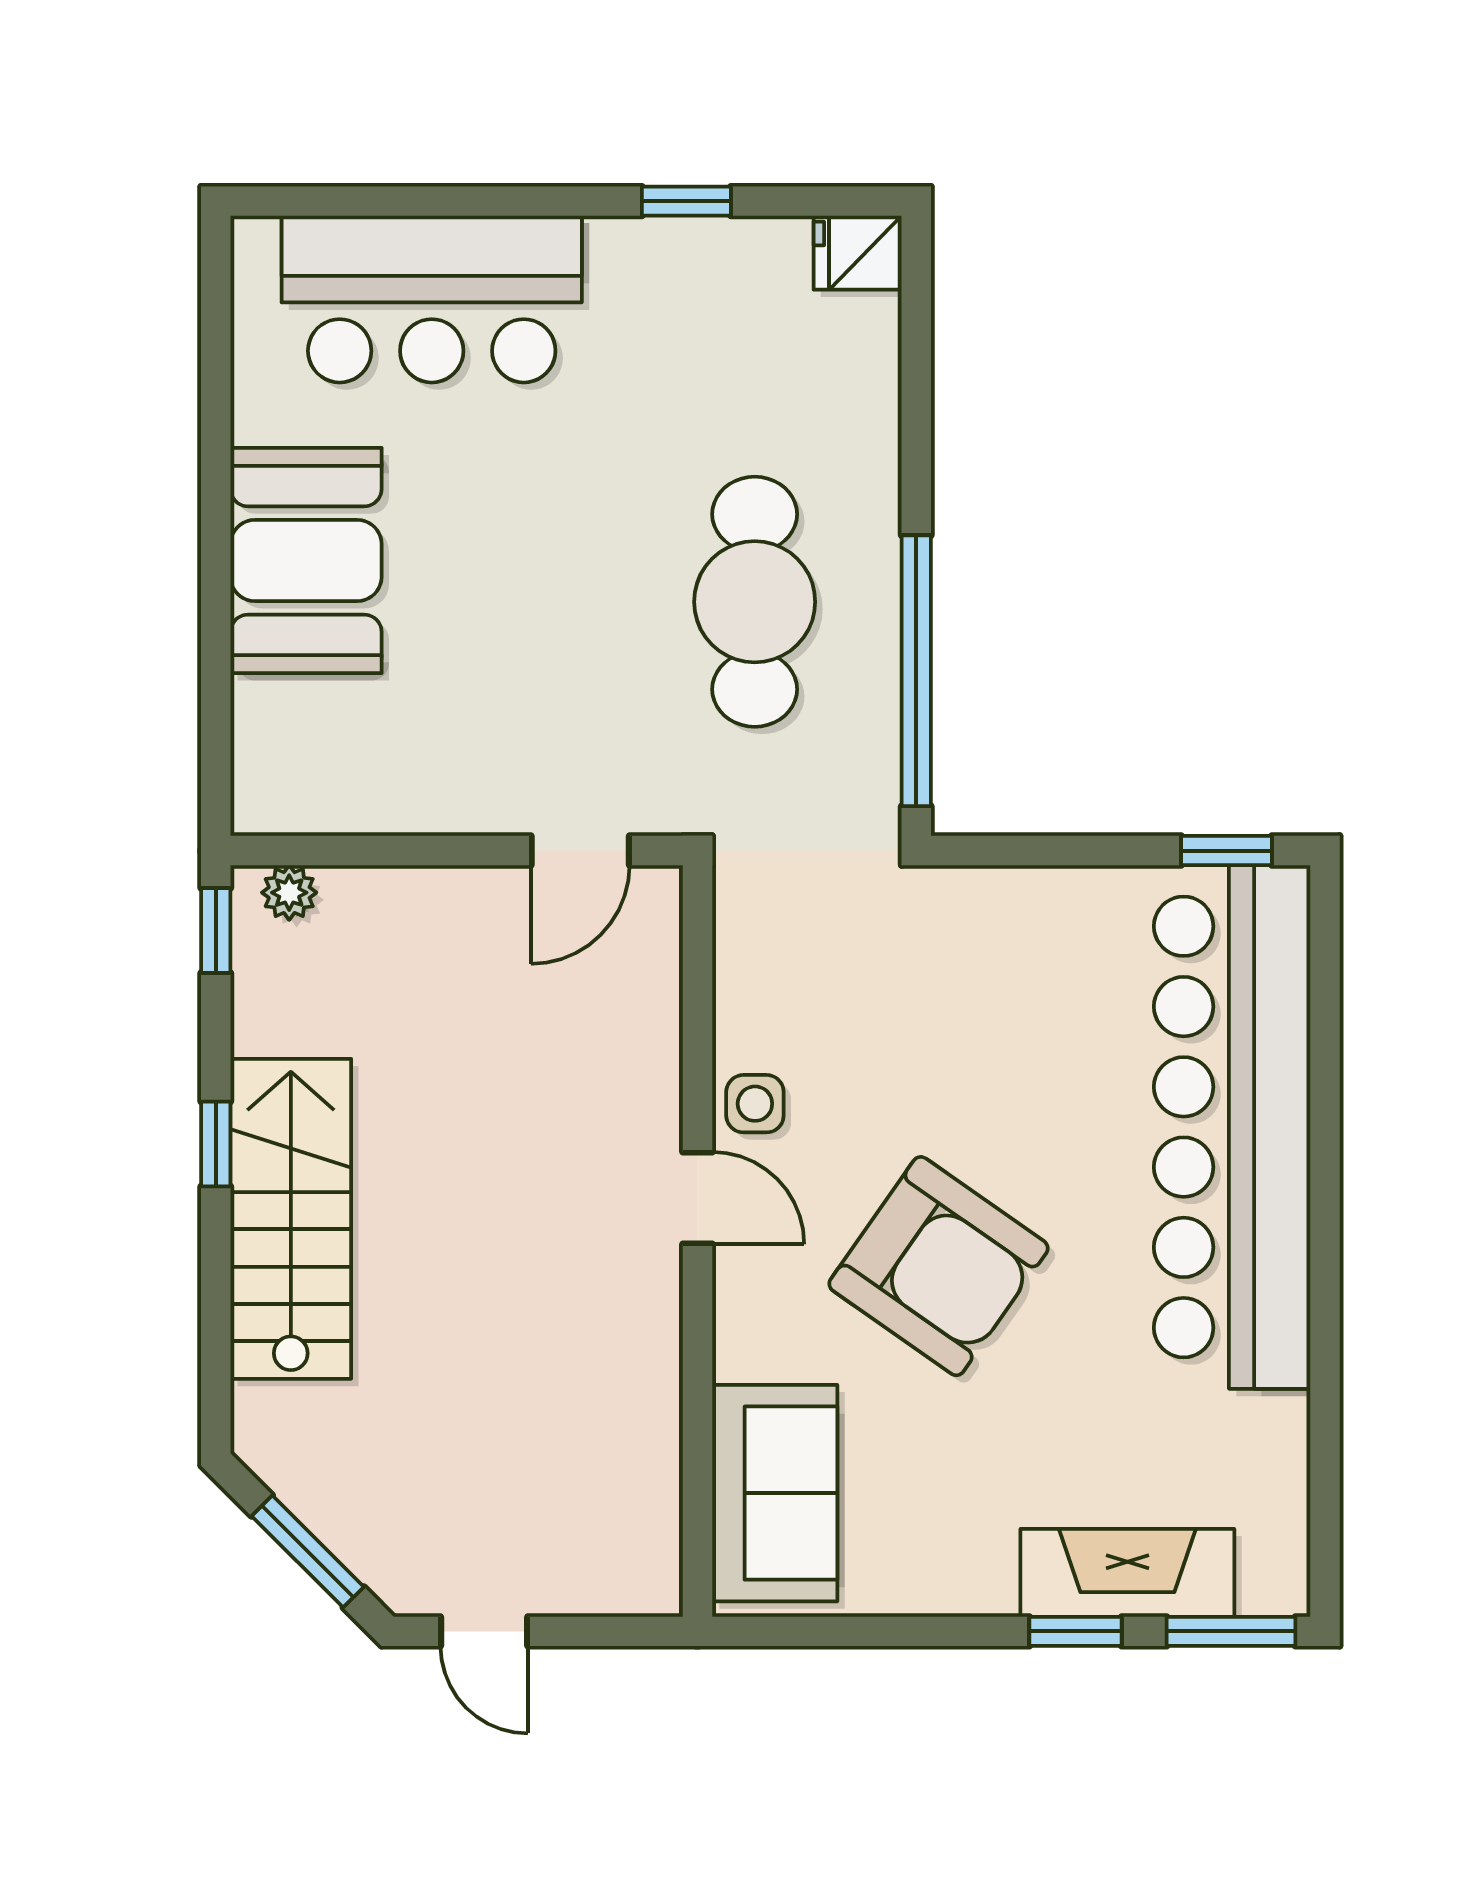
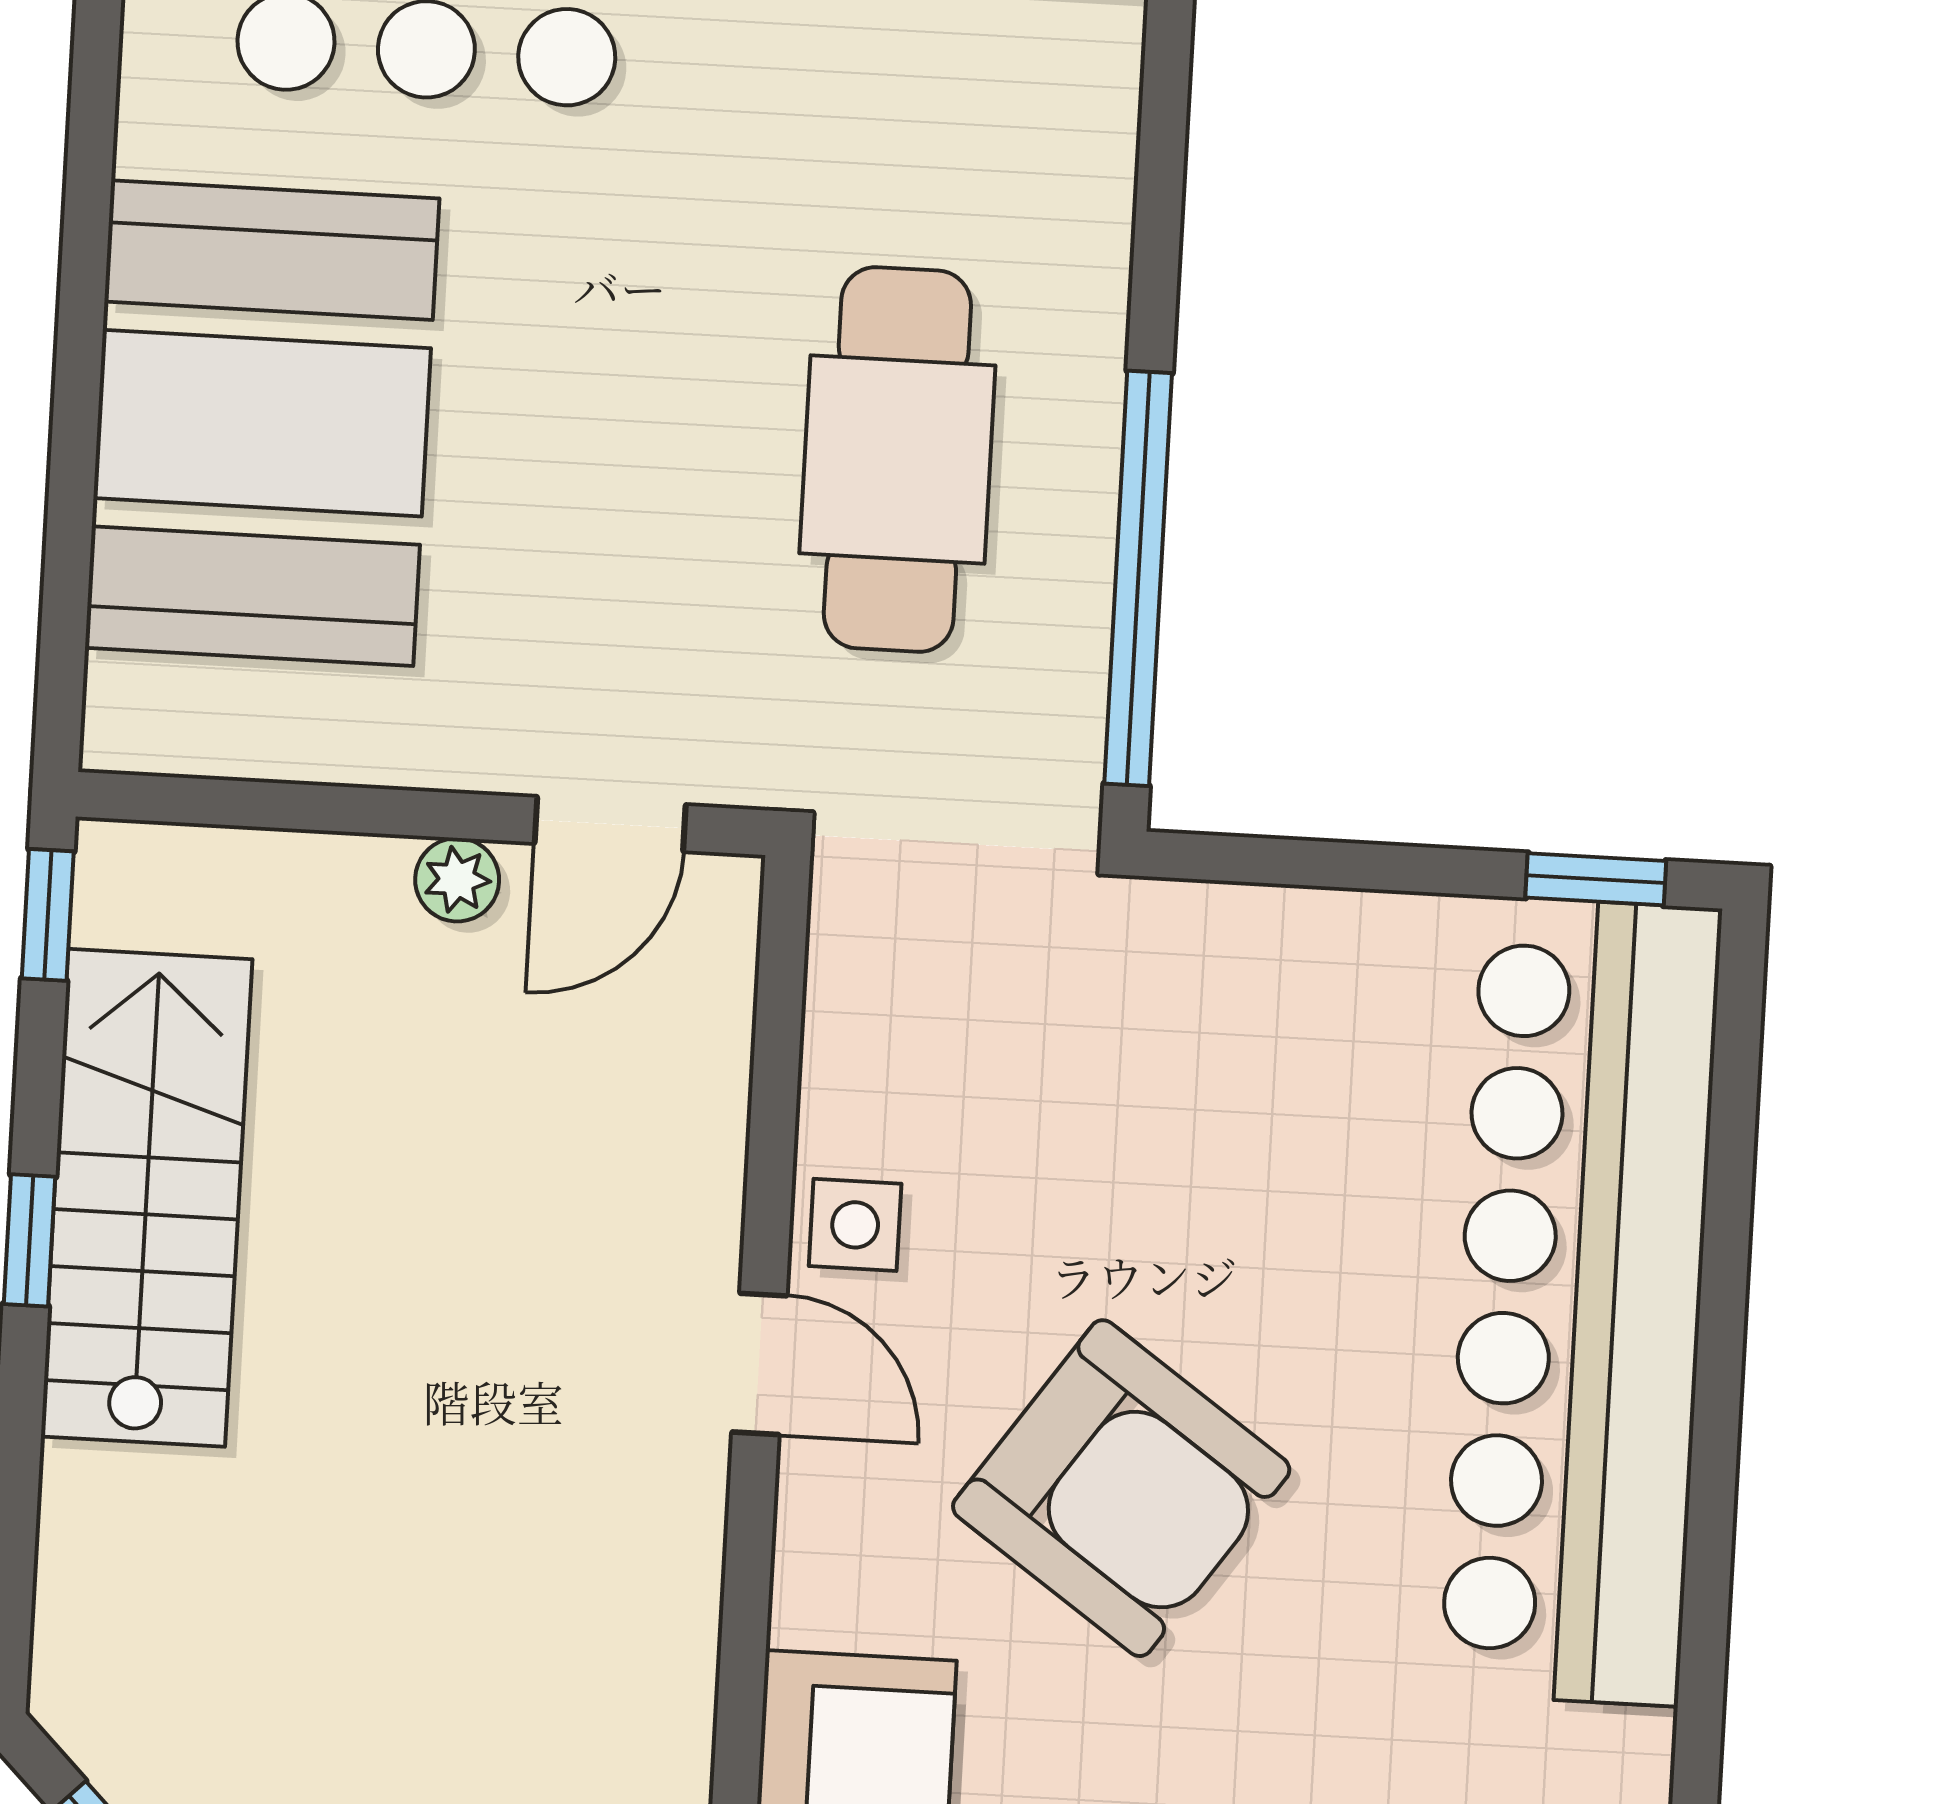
booth: (306, 560) -> (262, 423), width x1.36, depth x1.42
plant: (289, 893) -> (457, 880), moved
stairs: (291, 1219) -> (147, 1198), moved

